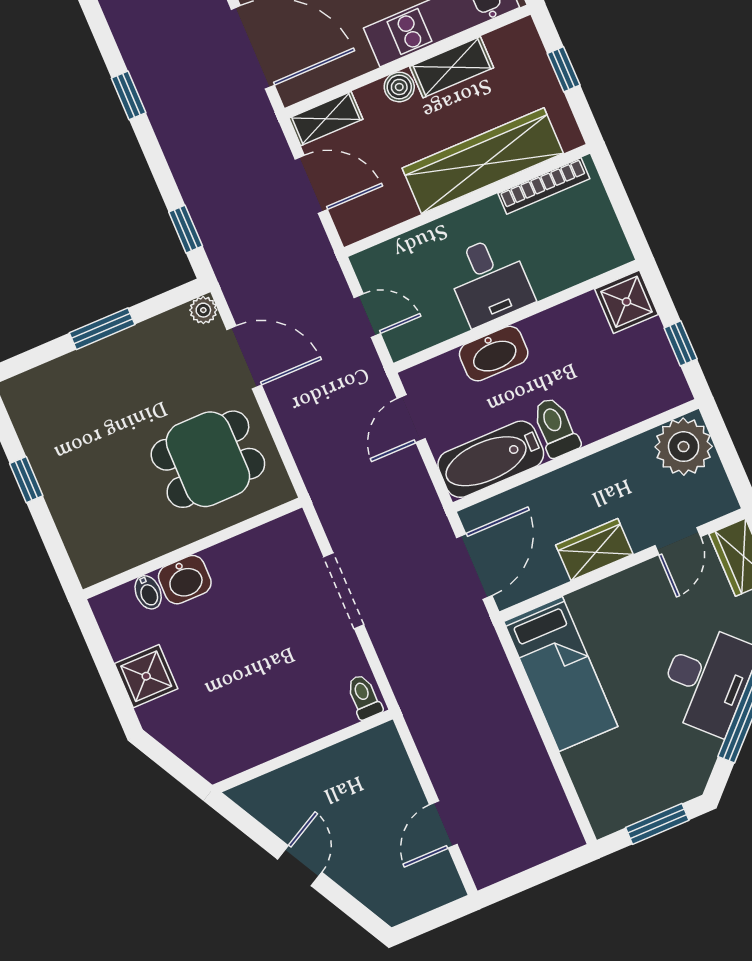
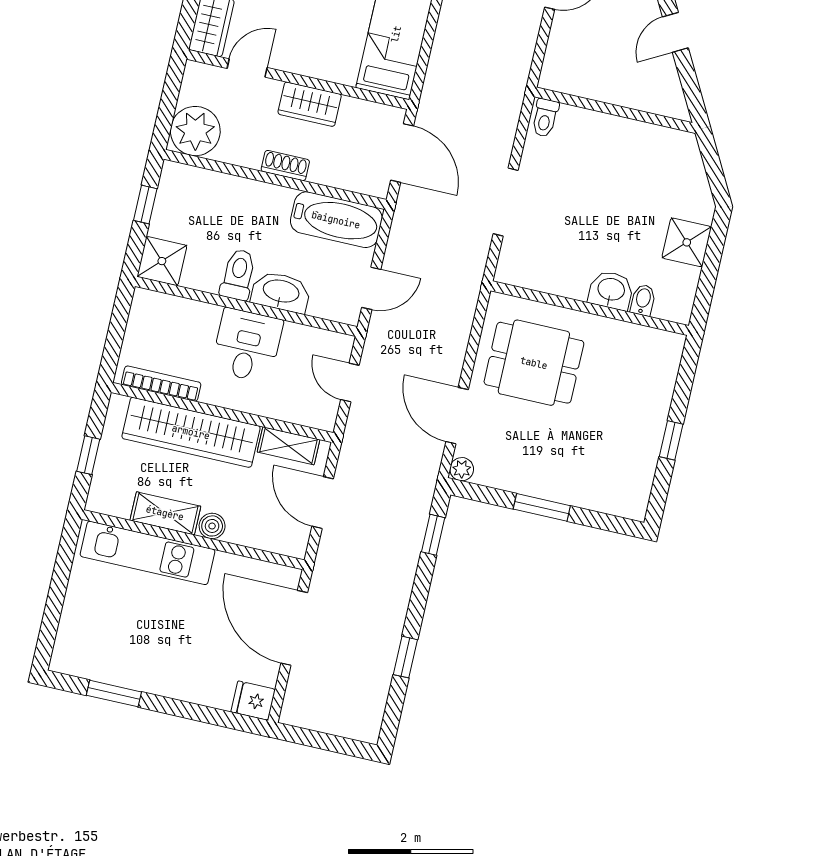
shelving: (326, 119) -> (288, 446), moved
toilet: (556, 427) -> (238, 275), moved, turned 180
shoe rack: (576, 475) -> (285, 166), added
door: (474, 566) -> (402, 153), swing flipped

